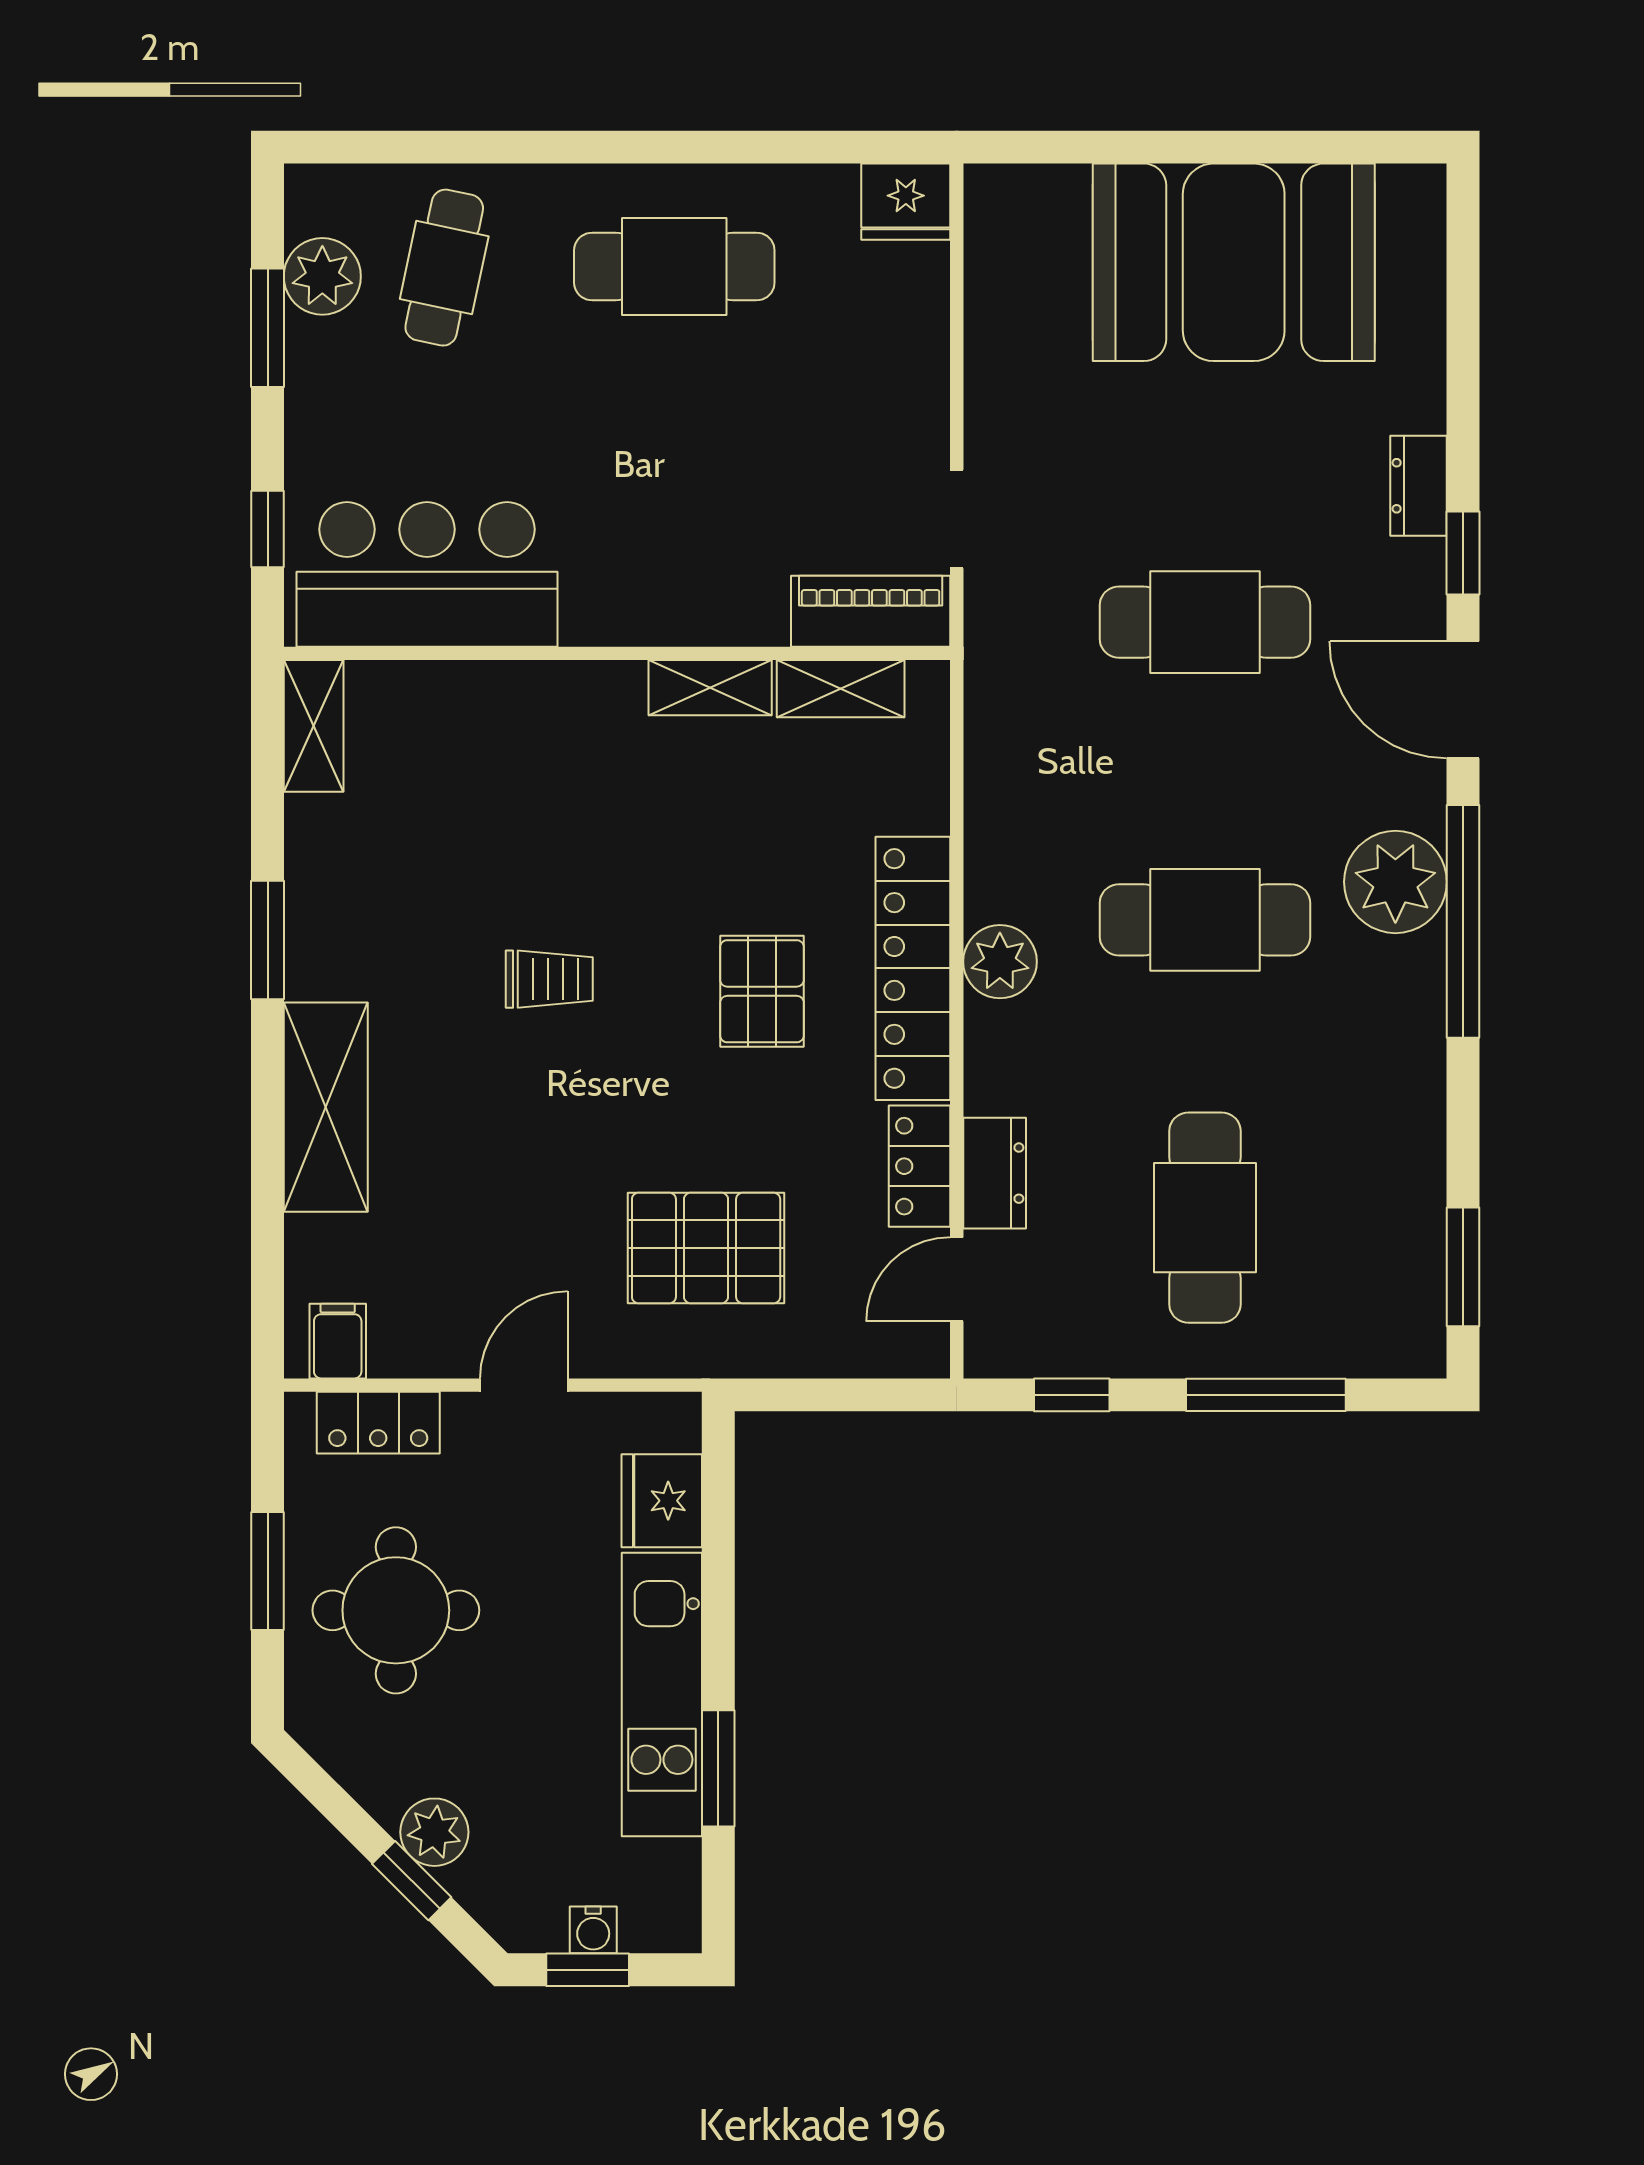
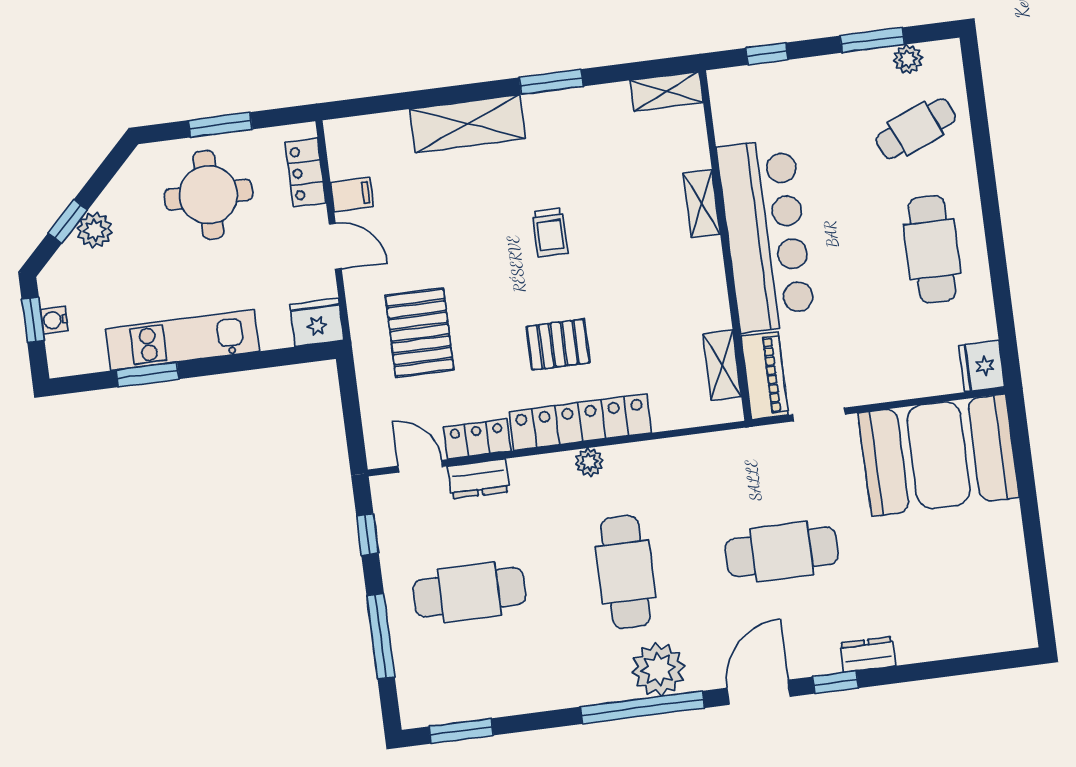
booth: (1234, 262) -> (939, 455), moved, turned 90
cafe table: (444, 268) -> (916, 129), turned -35
plant: (322, 276) -> (908, 59), width x0.73, depth x0.73
bar counter: (427, 574) -> (766, 235), moved, width x1.36
cafe table: (1205, 622) -> (782, 552), turned 90
shelving: (710, 688) -> (702, 204), moved
plant: (1000, 962) -> (589, 462), width x0.73, depth x0.73
filing cabinet: (338, 1341) -> (352, 194), moved
fridge: (662, 1501) -> (317, 322), moved

